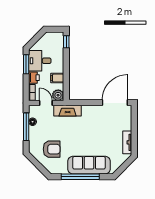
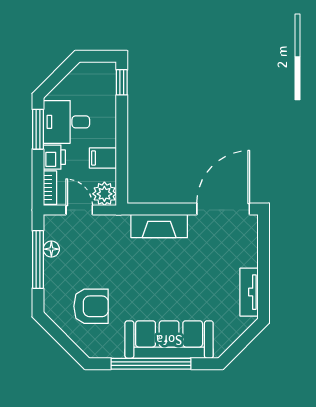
fireplace: (68, 111) -> (159, 226), moved

